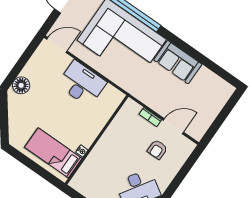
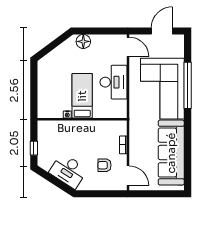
sofa: (178, 62) -> (171, 153), width x1.85, depth x1.27
door: (173, 126) -> (128, 176), moved
bed: (53, 153) -> (82, 96), moved

